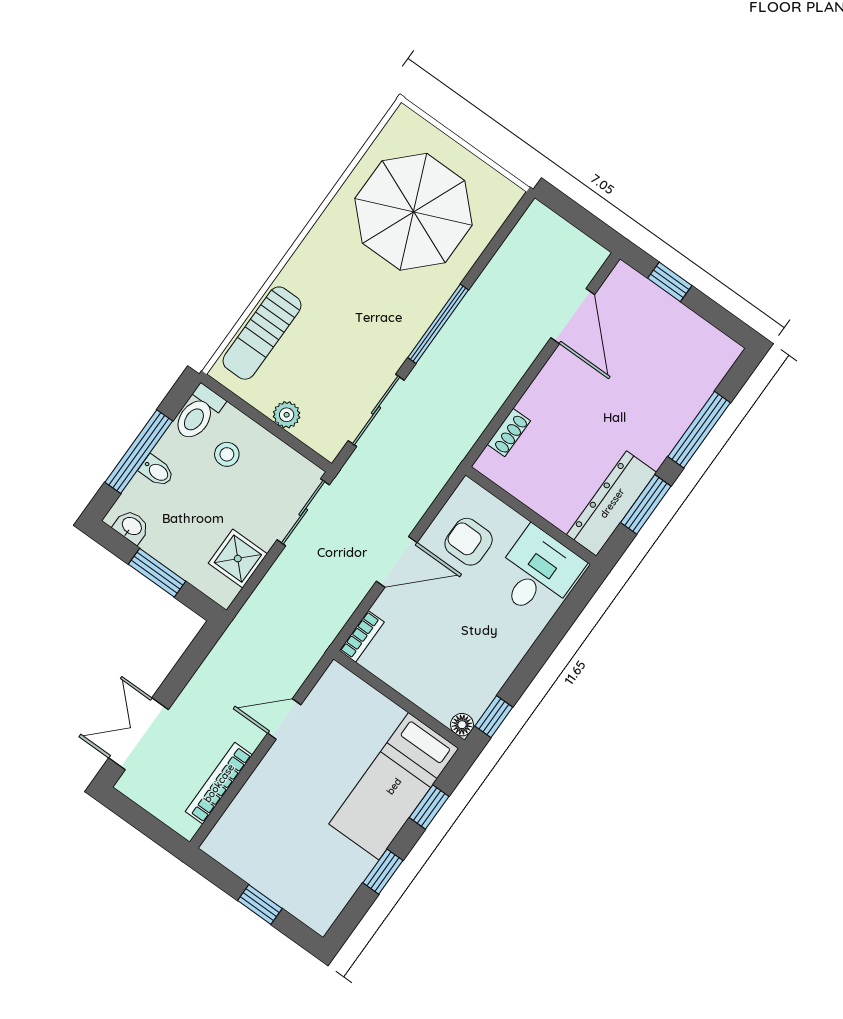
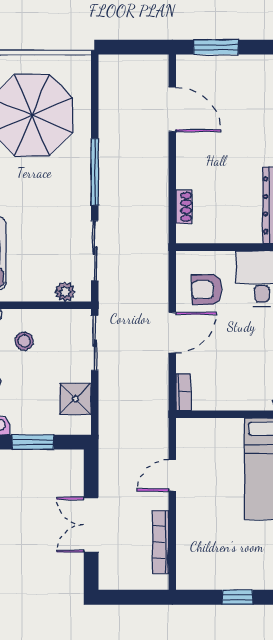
window: (670, 282) -> (216, 47), width x1.50
plant: (287, 415) -> (65, 292), moved
double door: (139, 734) -> (91, 525), moved

